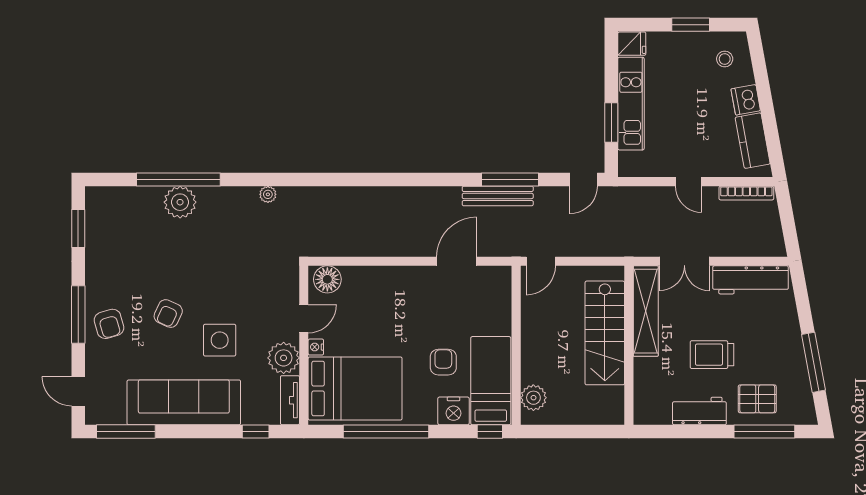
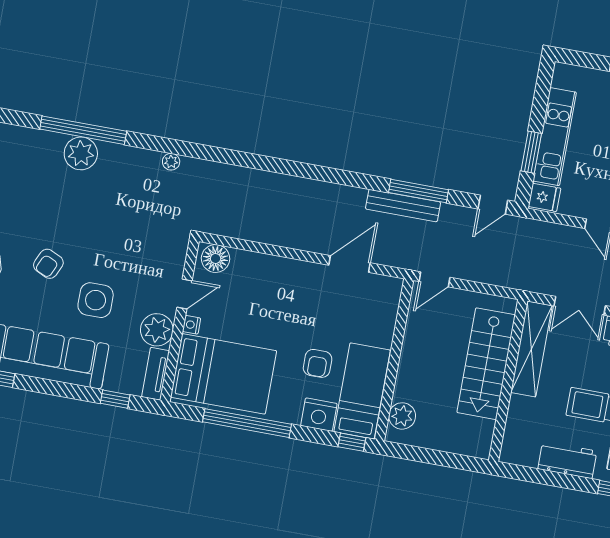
fridge: (632, 44) -> (544, 197), moved
armchair: (443, 362) -> (318, 363), turned 180

